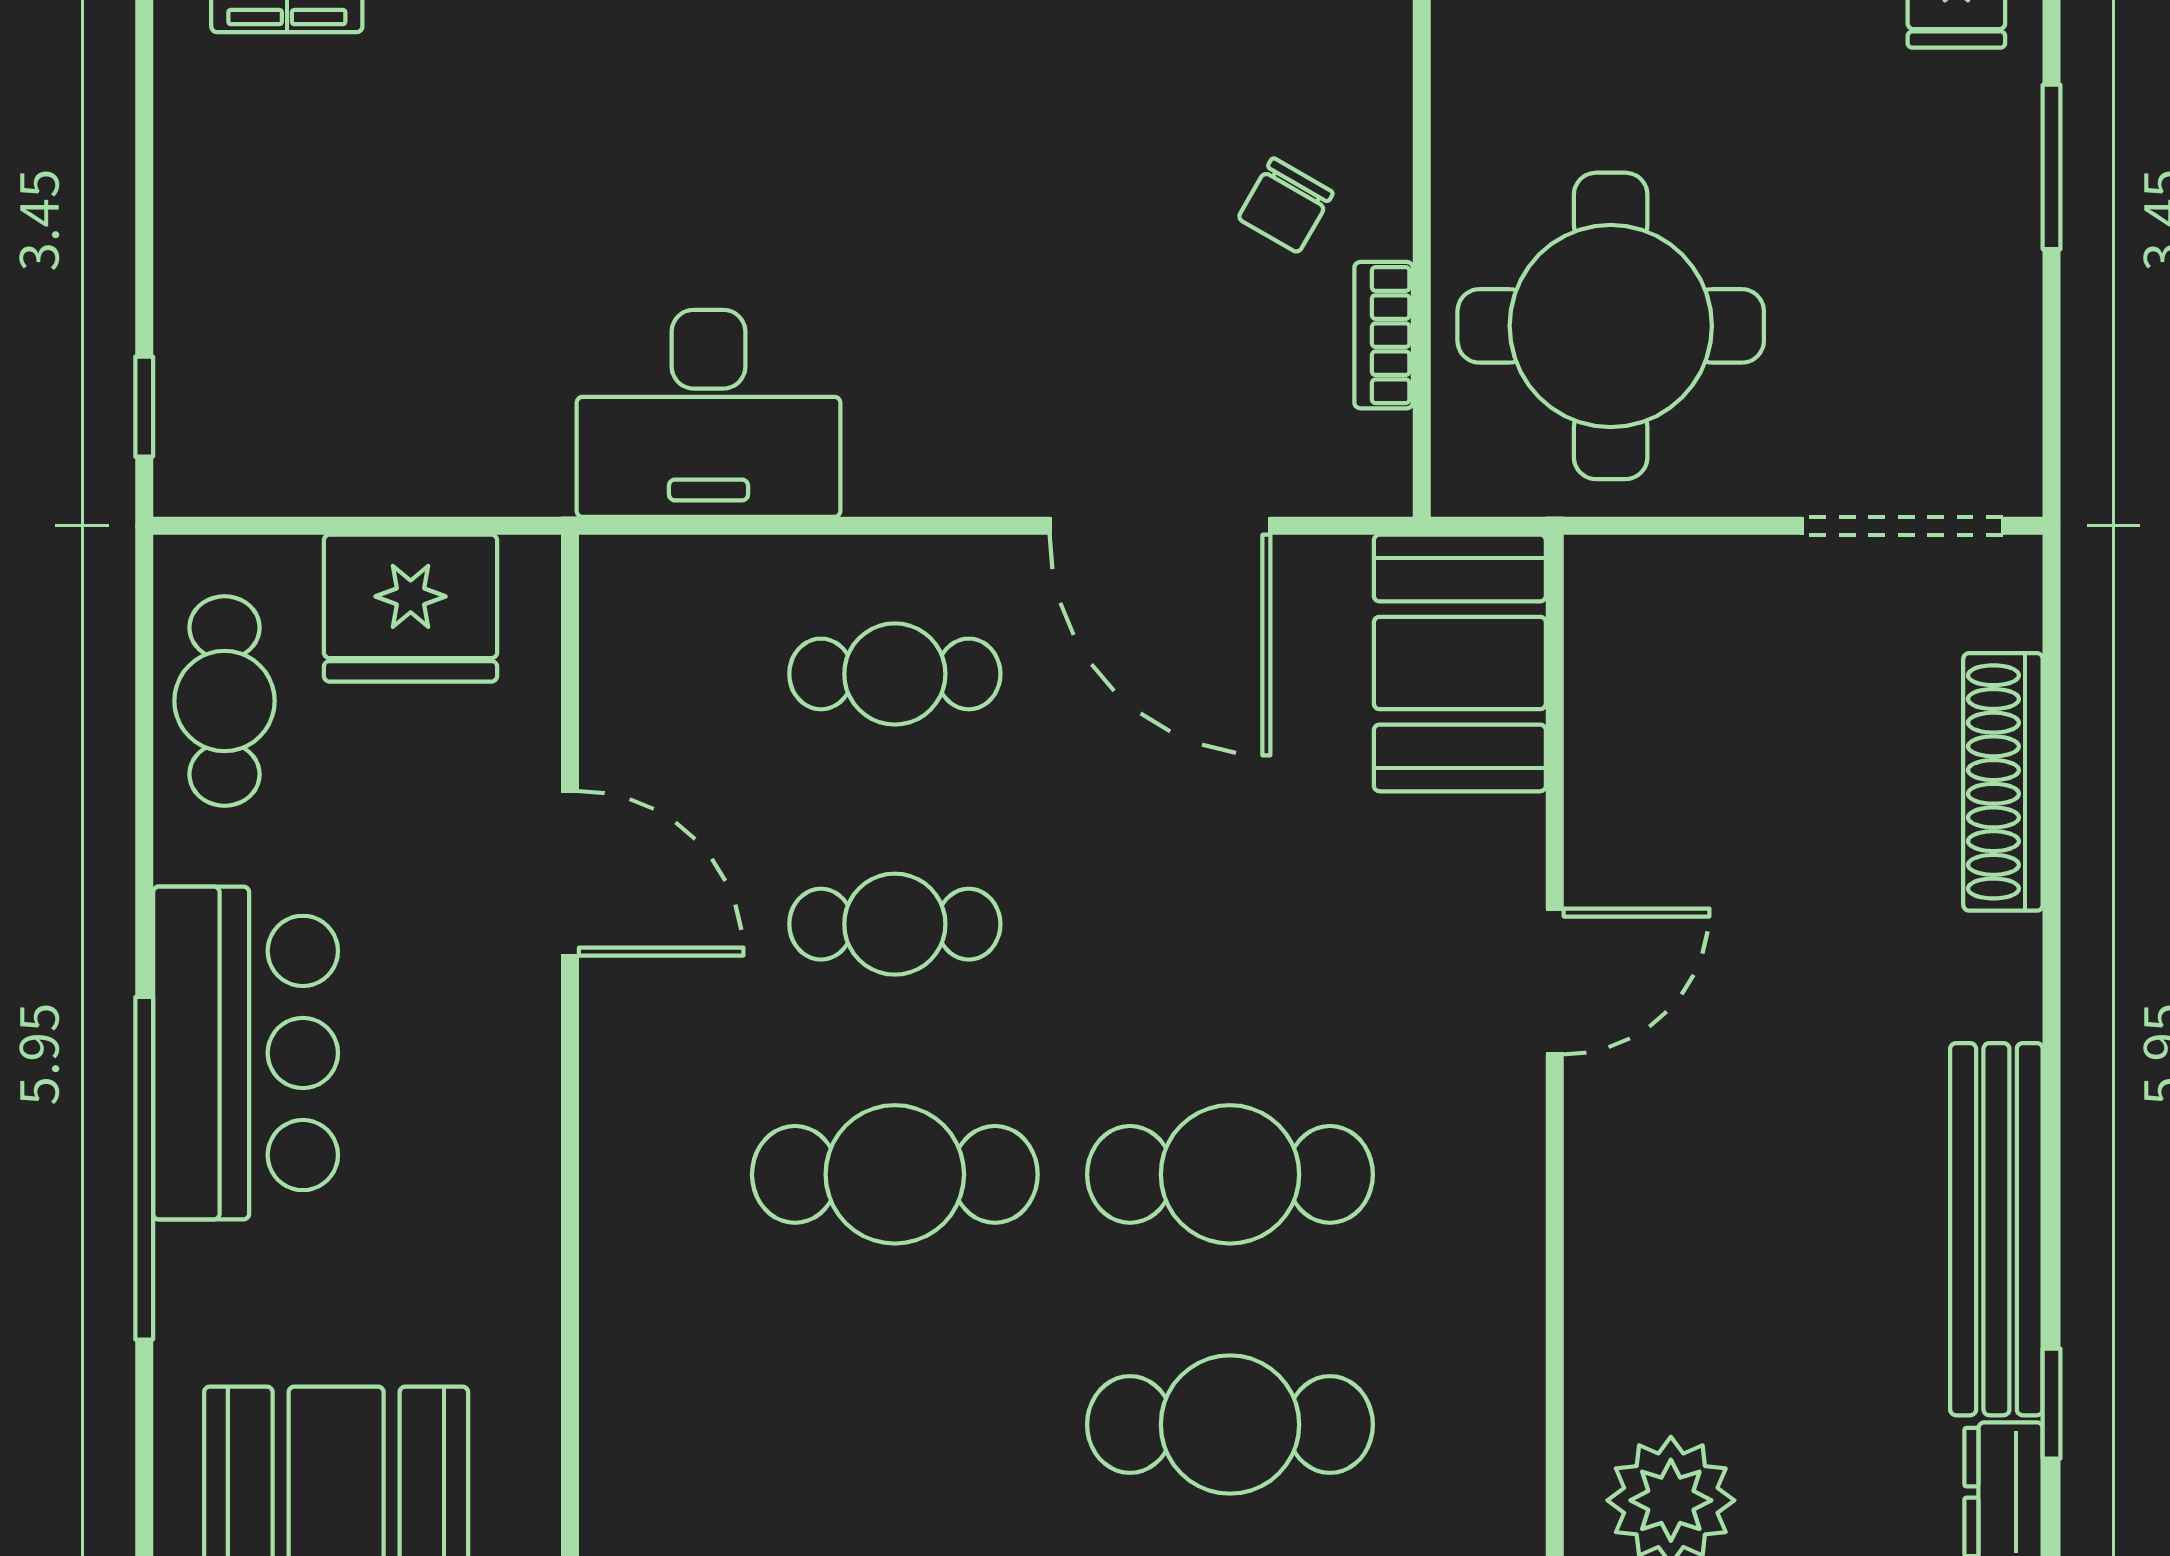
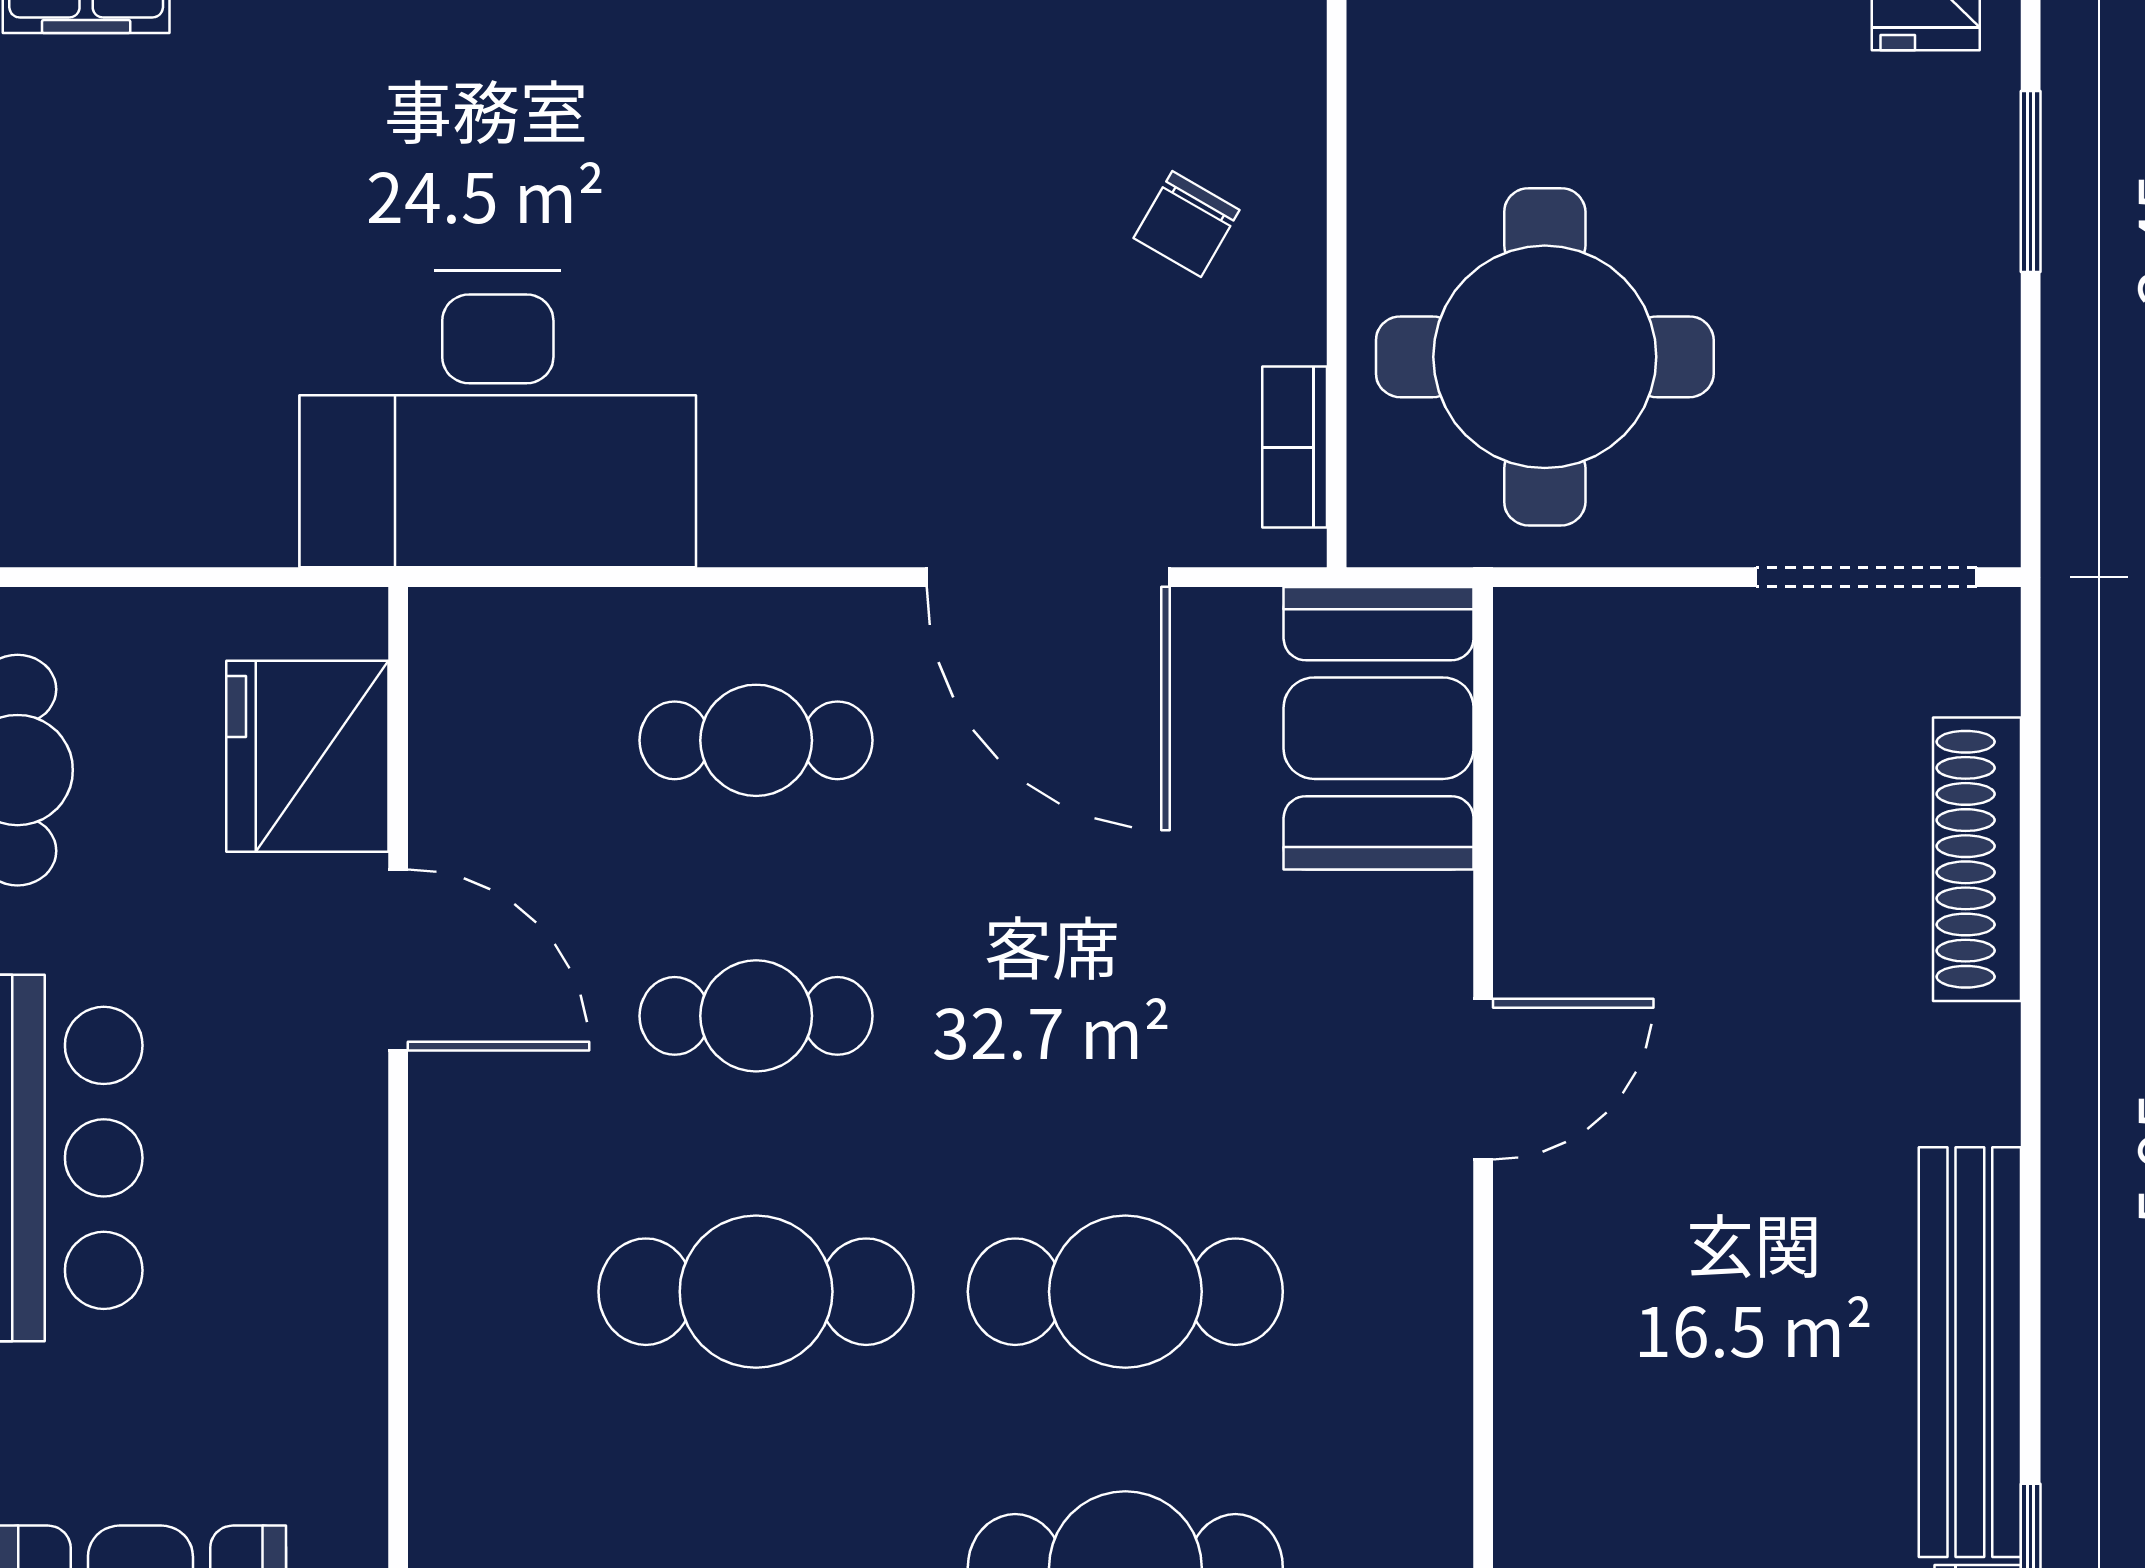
bookcase: (1384, 335) -> (1295, 447), moved
desk: (709, 413) -> (498, 419), width x1.36, depth x1.30
fridge: (411, 608) -> (307, 756), moved, turned 90

